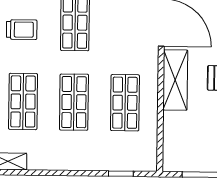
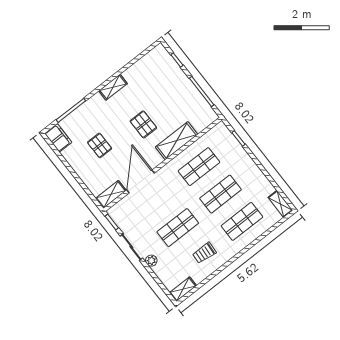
trolley: (22, 30) -> (204, 253), turned -86
shelving: (175, 80) -> (177, 141), moved

